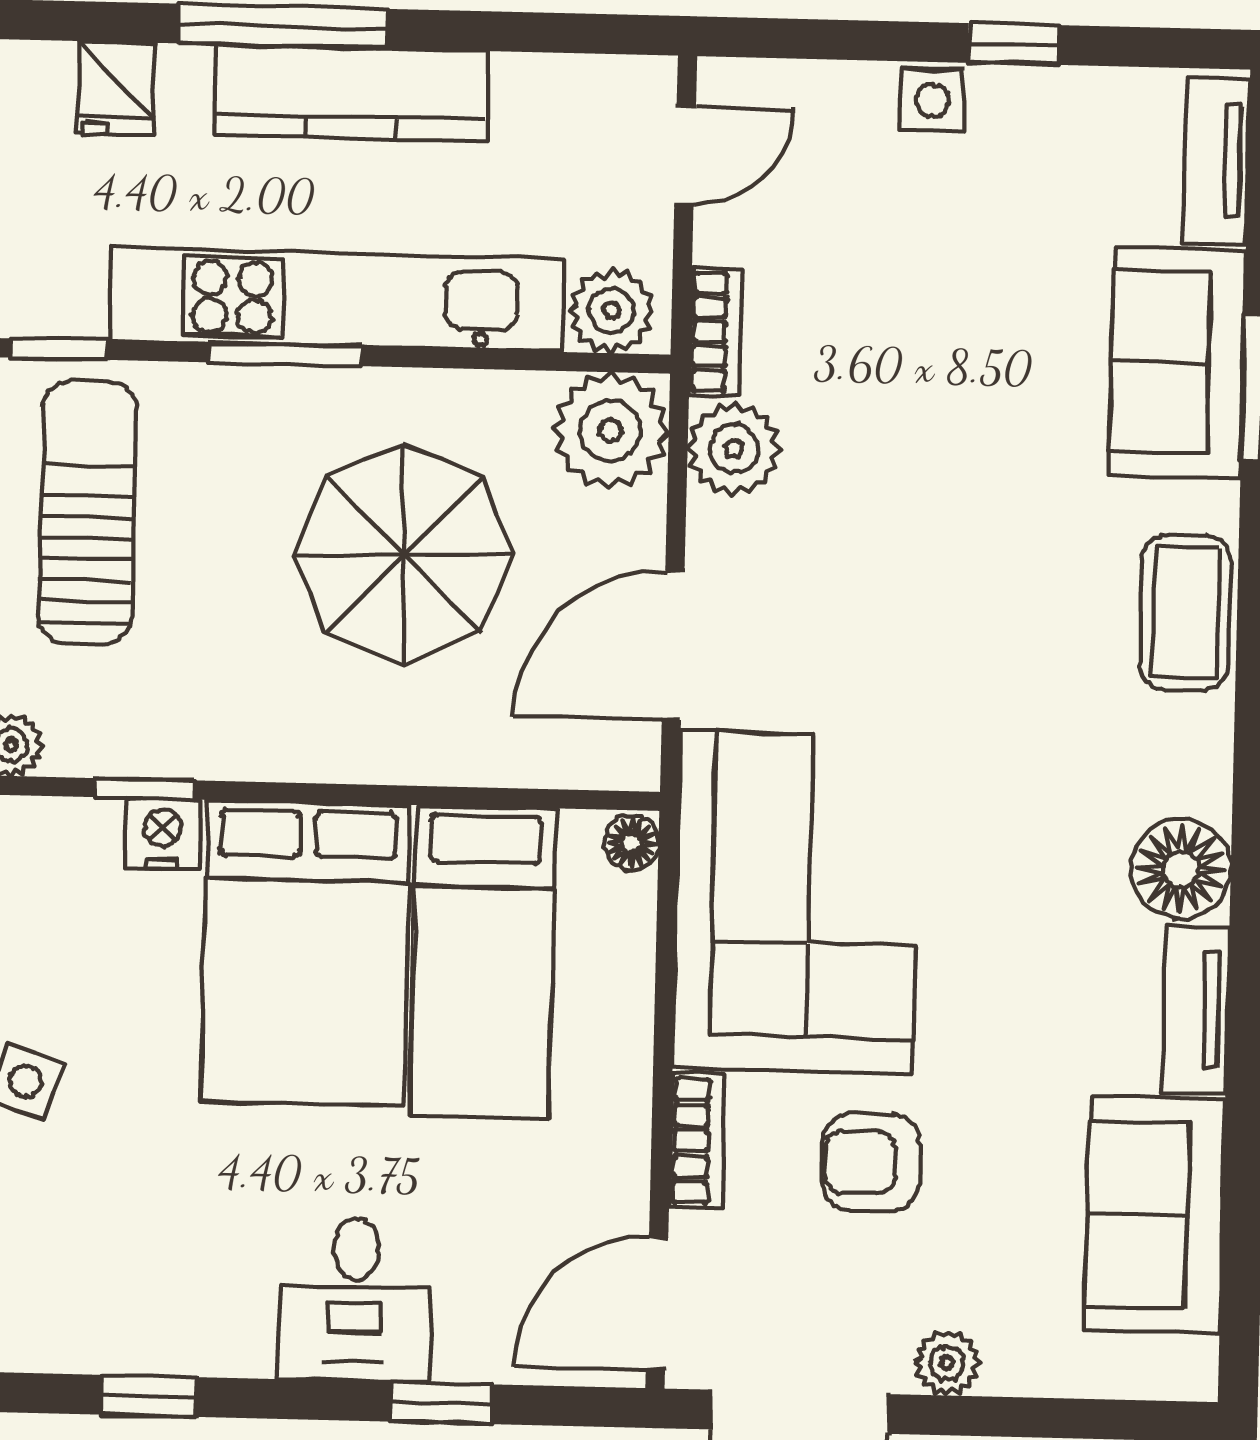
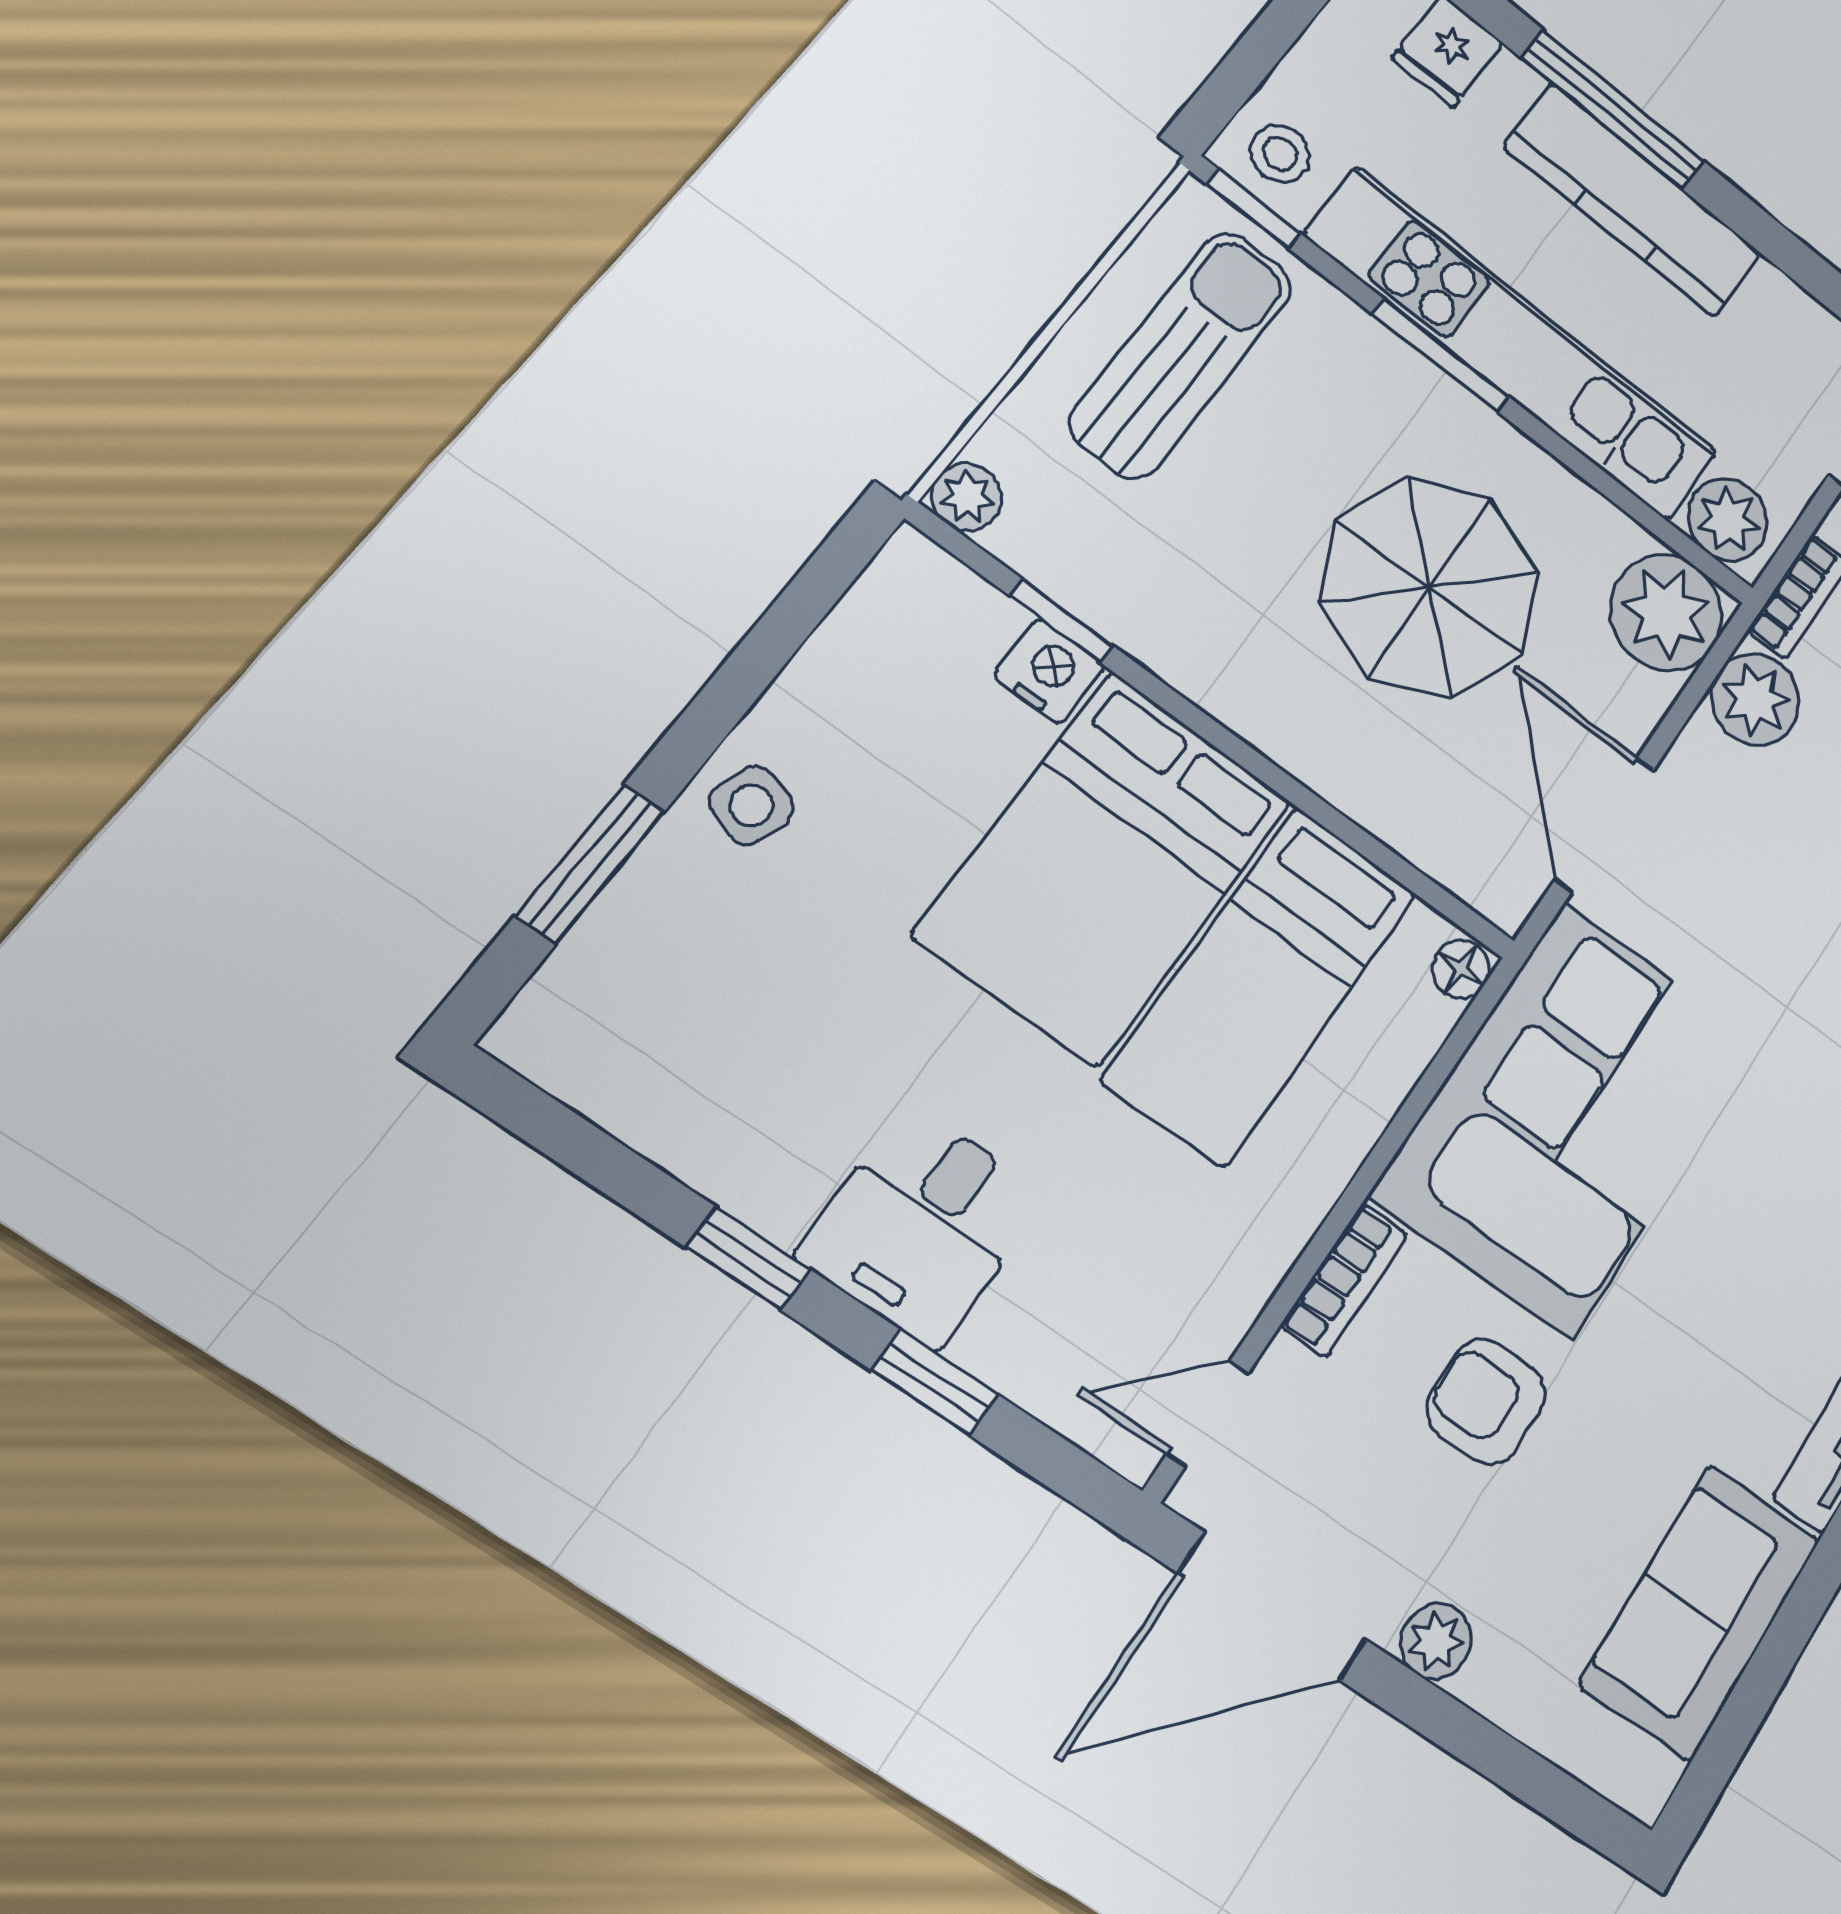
stool: (48, 286) -> (1280, 154), added
door: (673, 645) -> (1605, 825), hinge flipped
door: (657, 1303) -> (1208, 1413), width x0.73
window: (149, 1396) -> (748, 1258), moved

